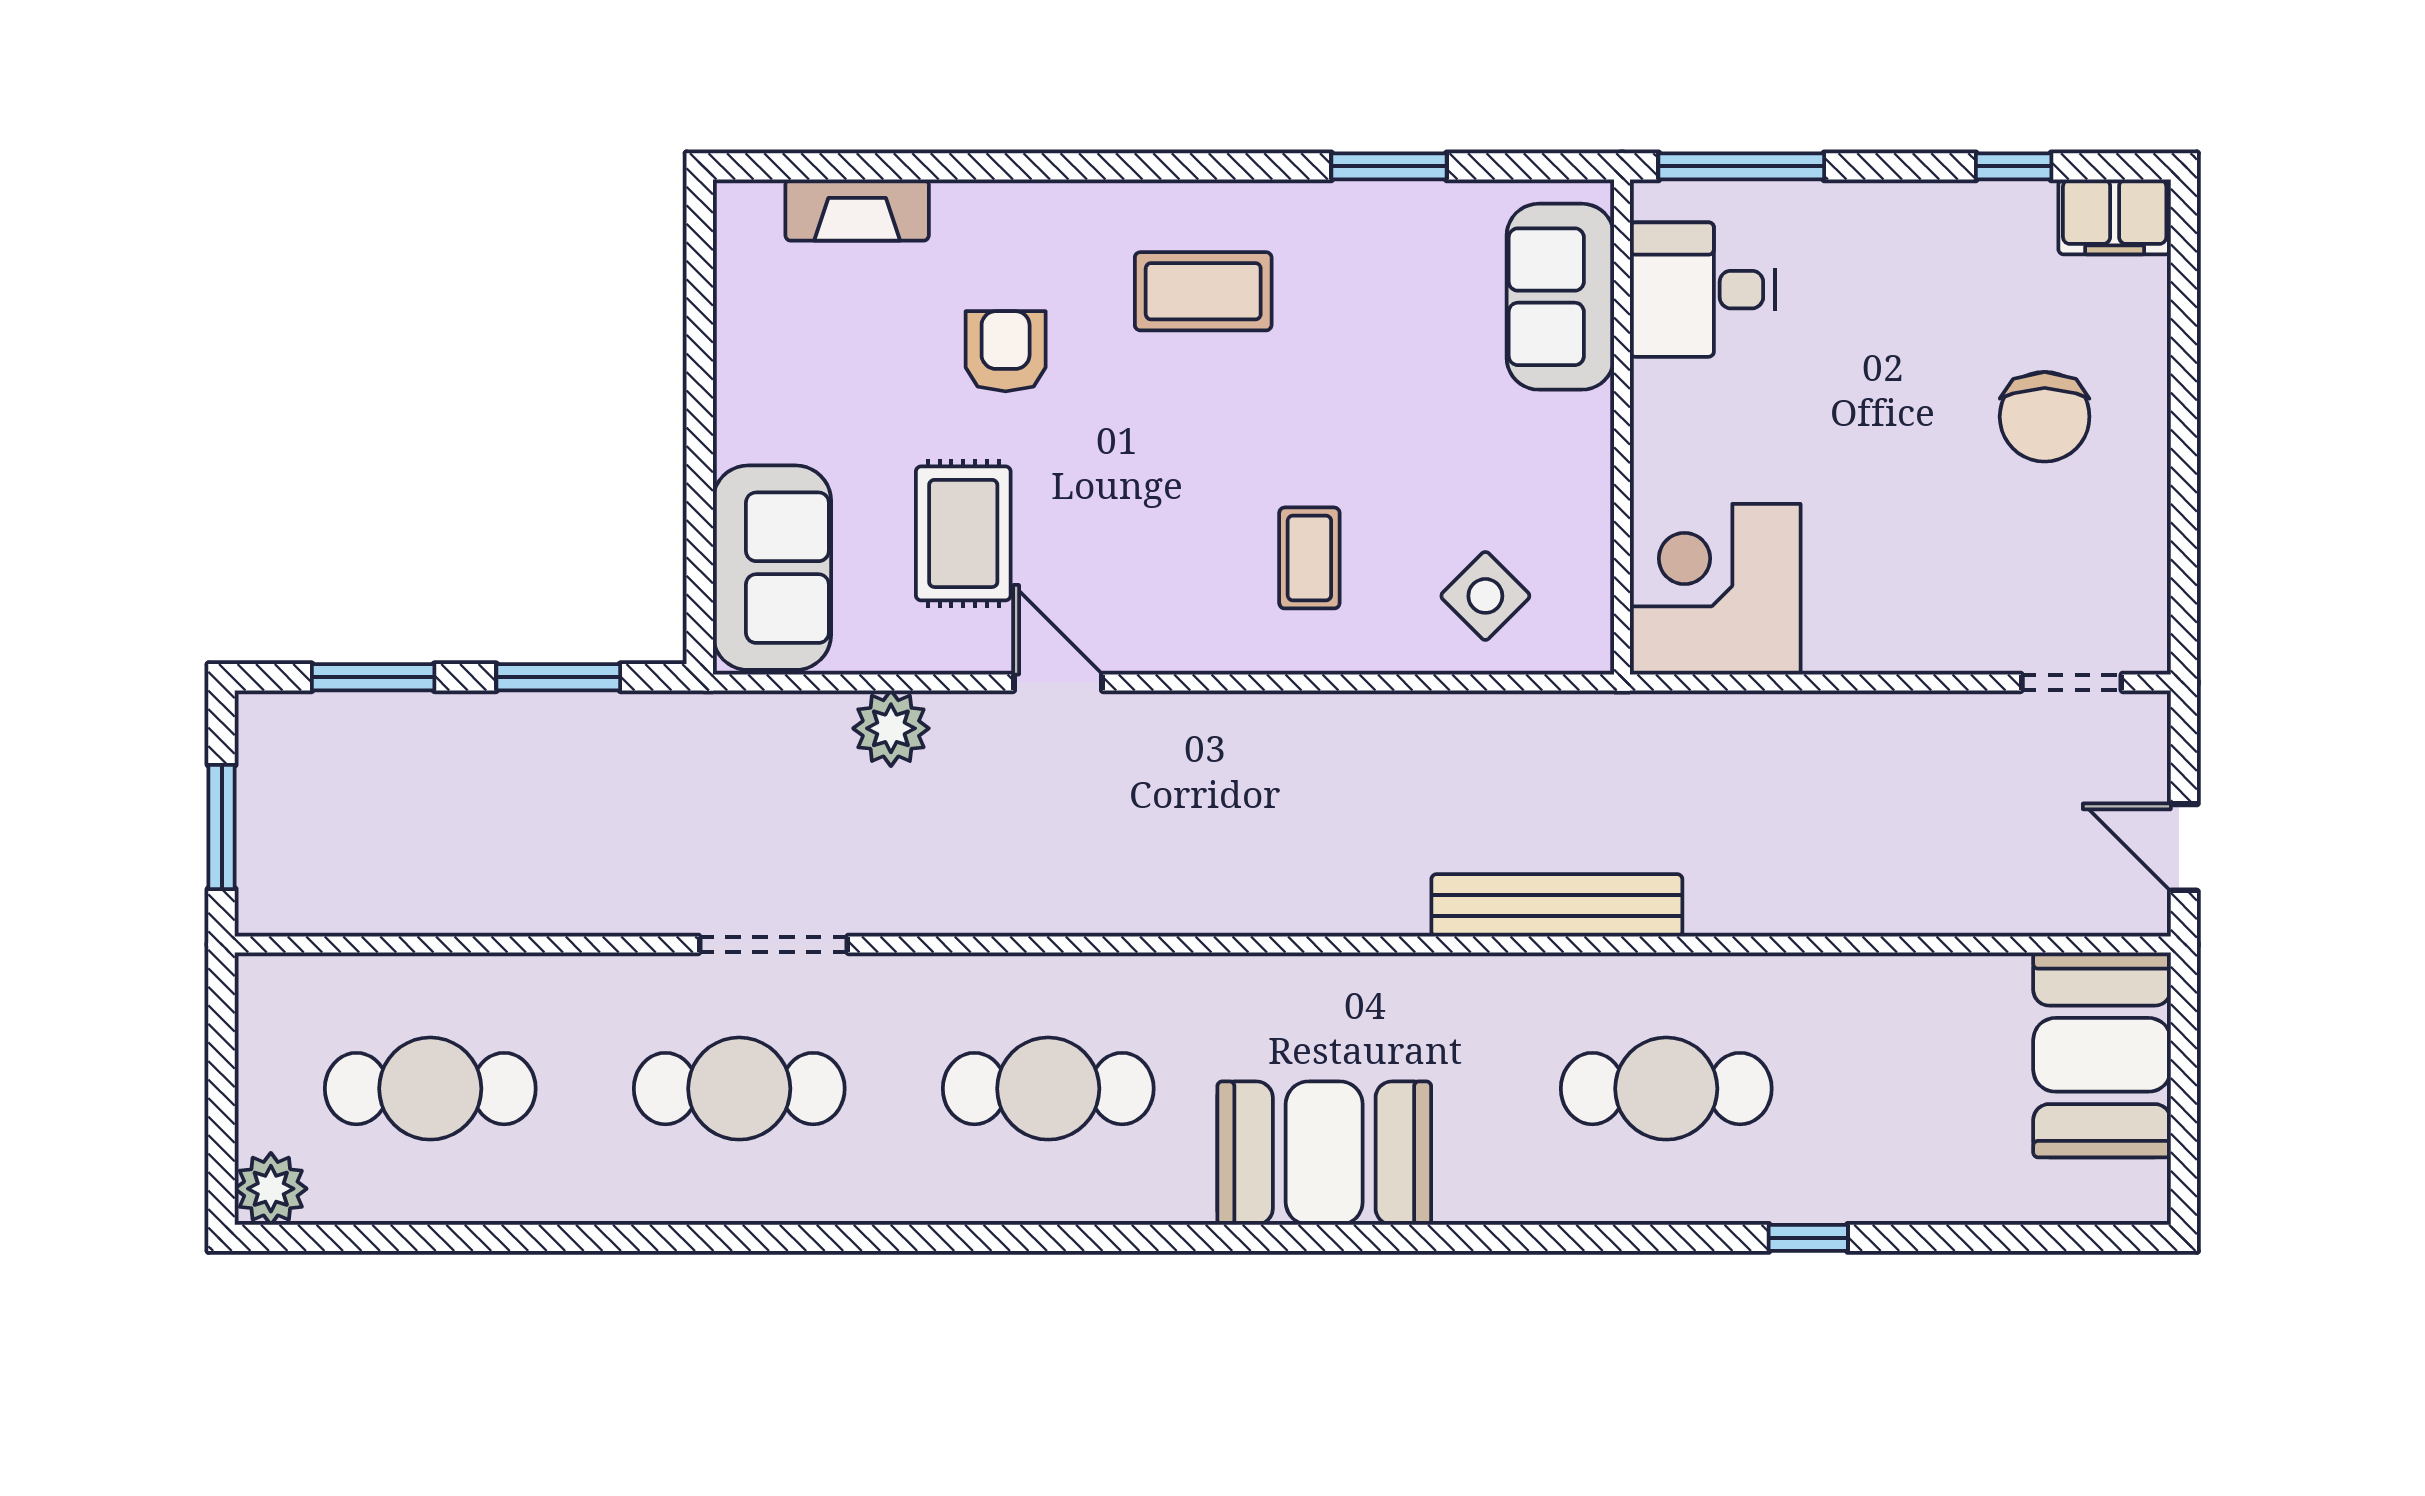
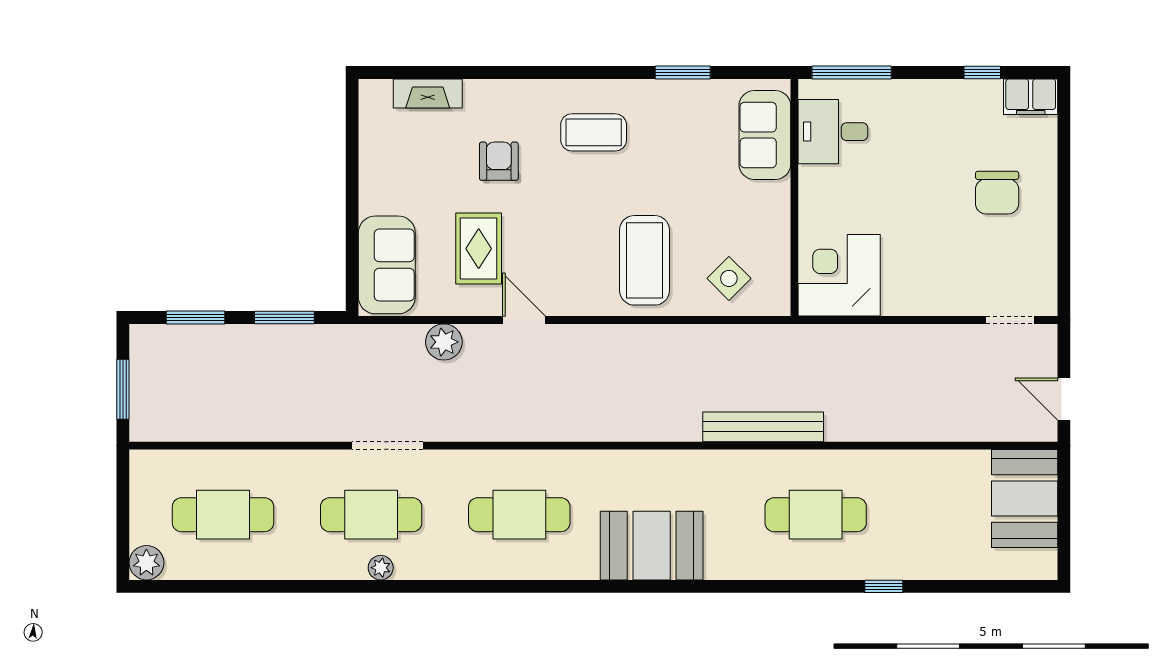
coffee table: (1309, 558) -> (645, 260), width x1.86, depth x1.72
plant: (759, 1199) -> (381, 568), added

